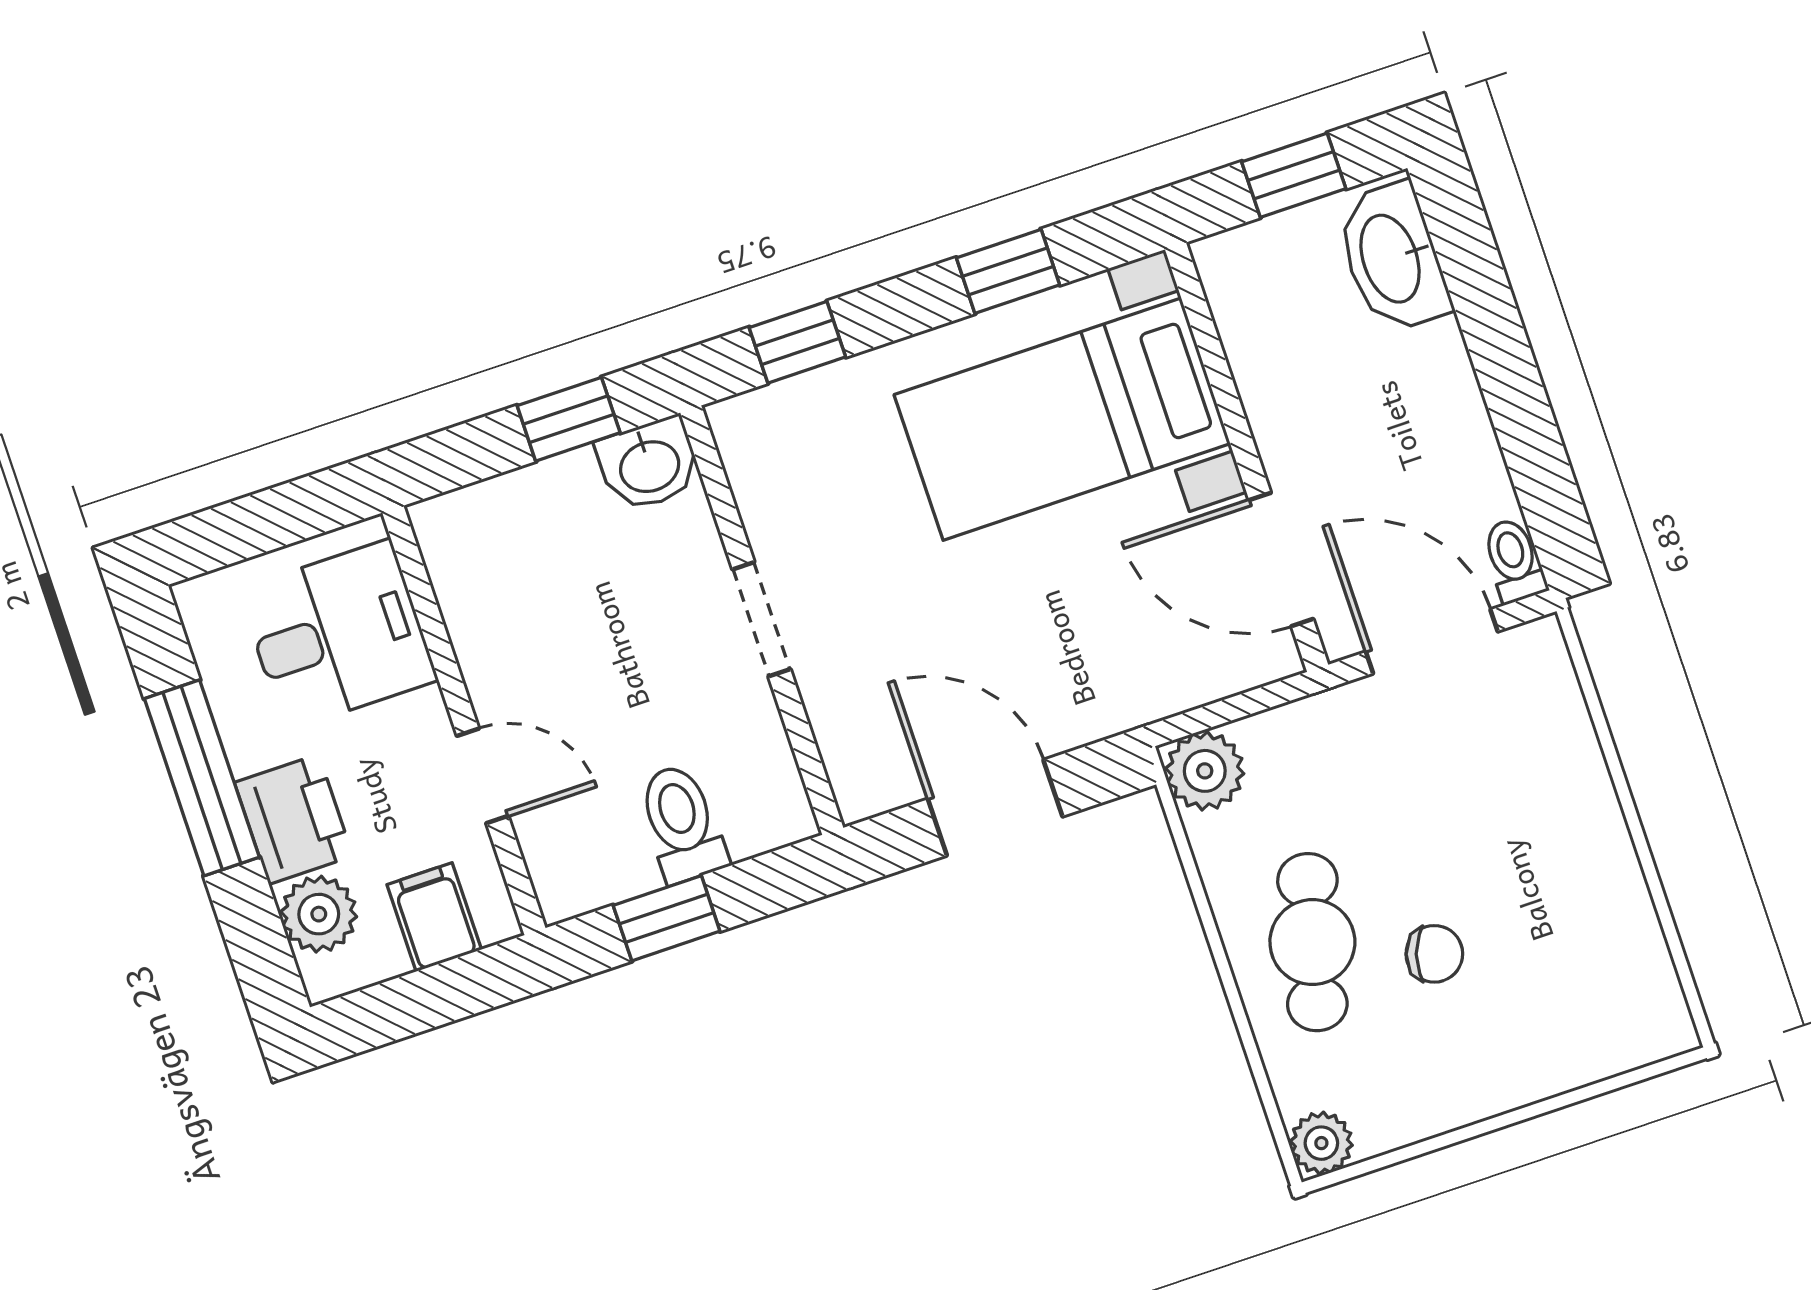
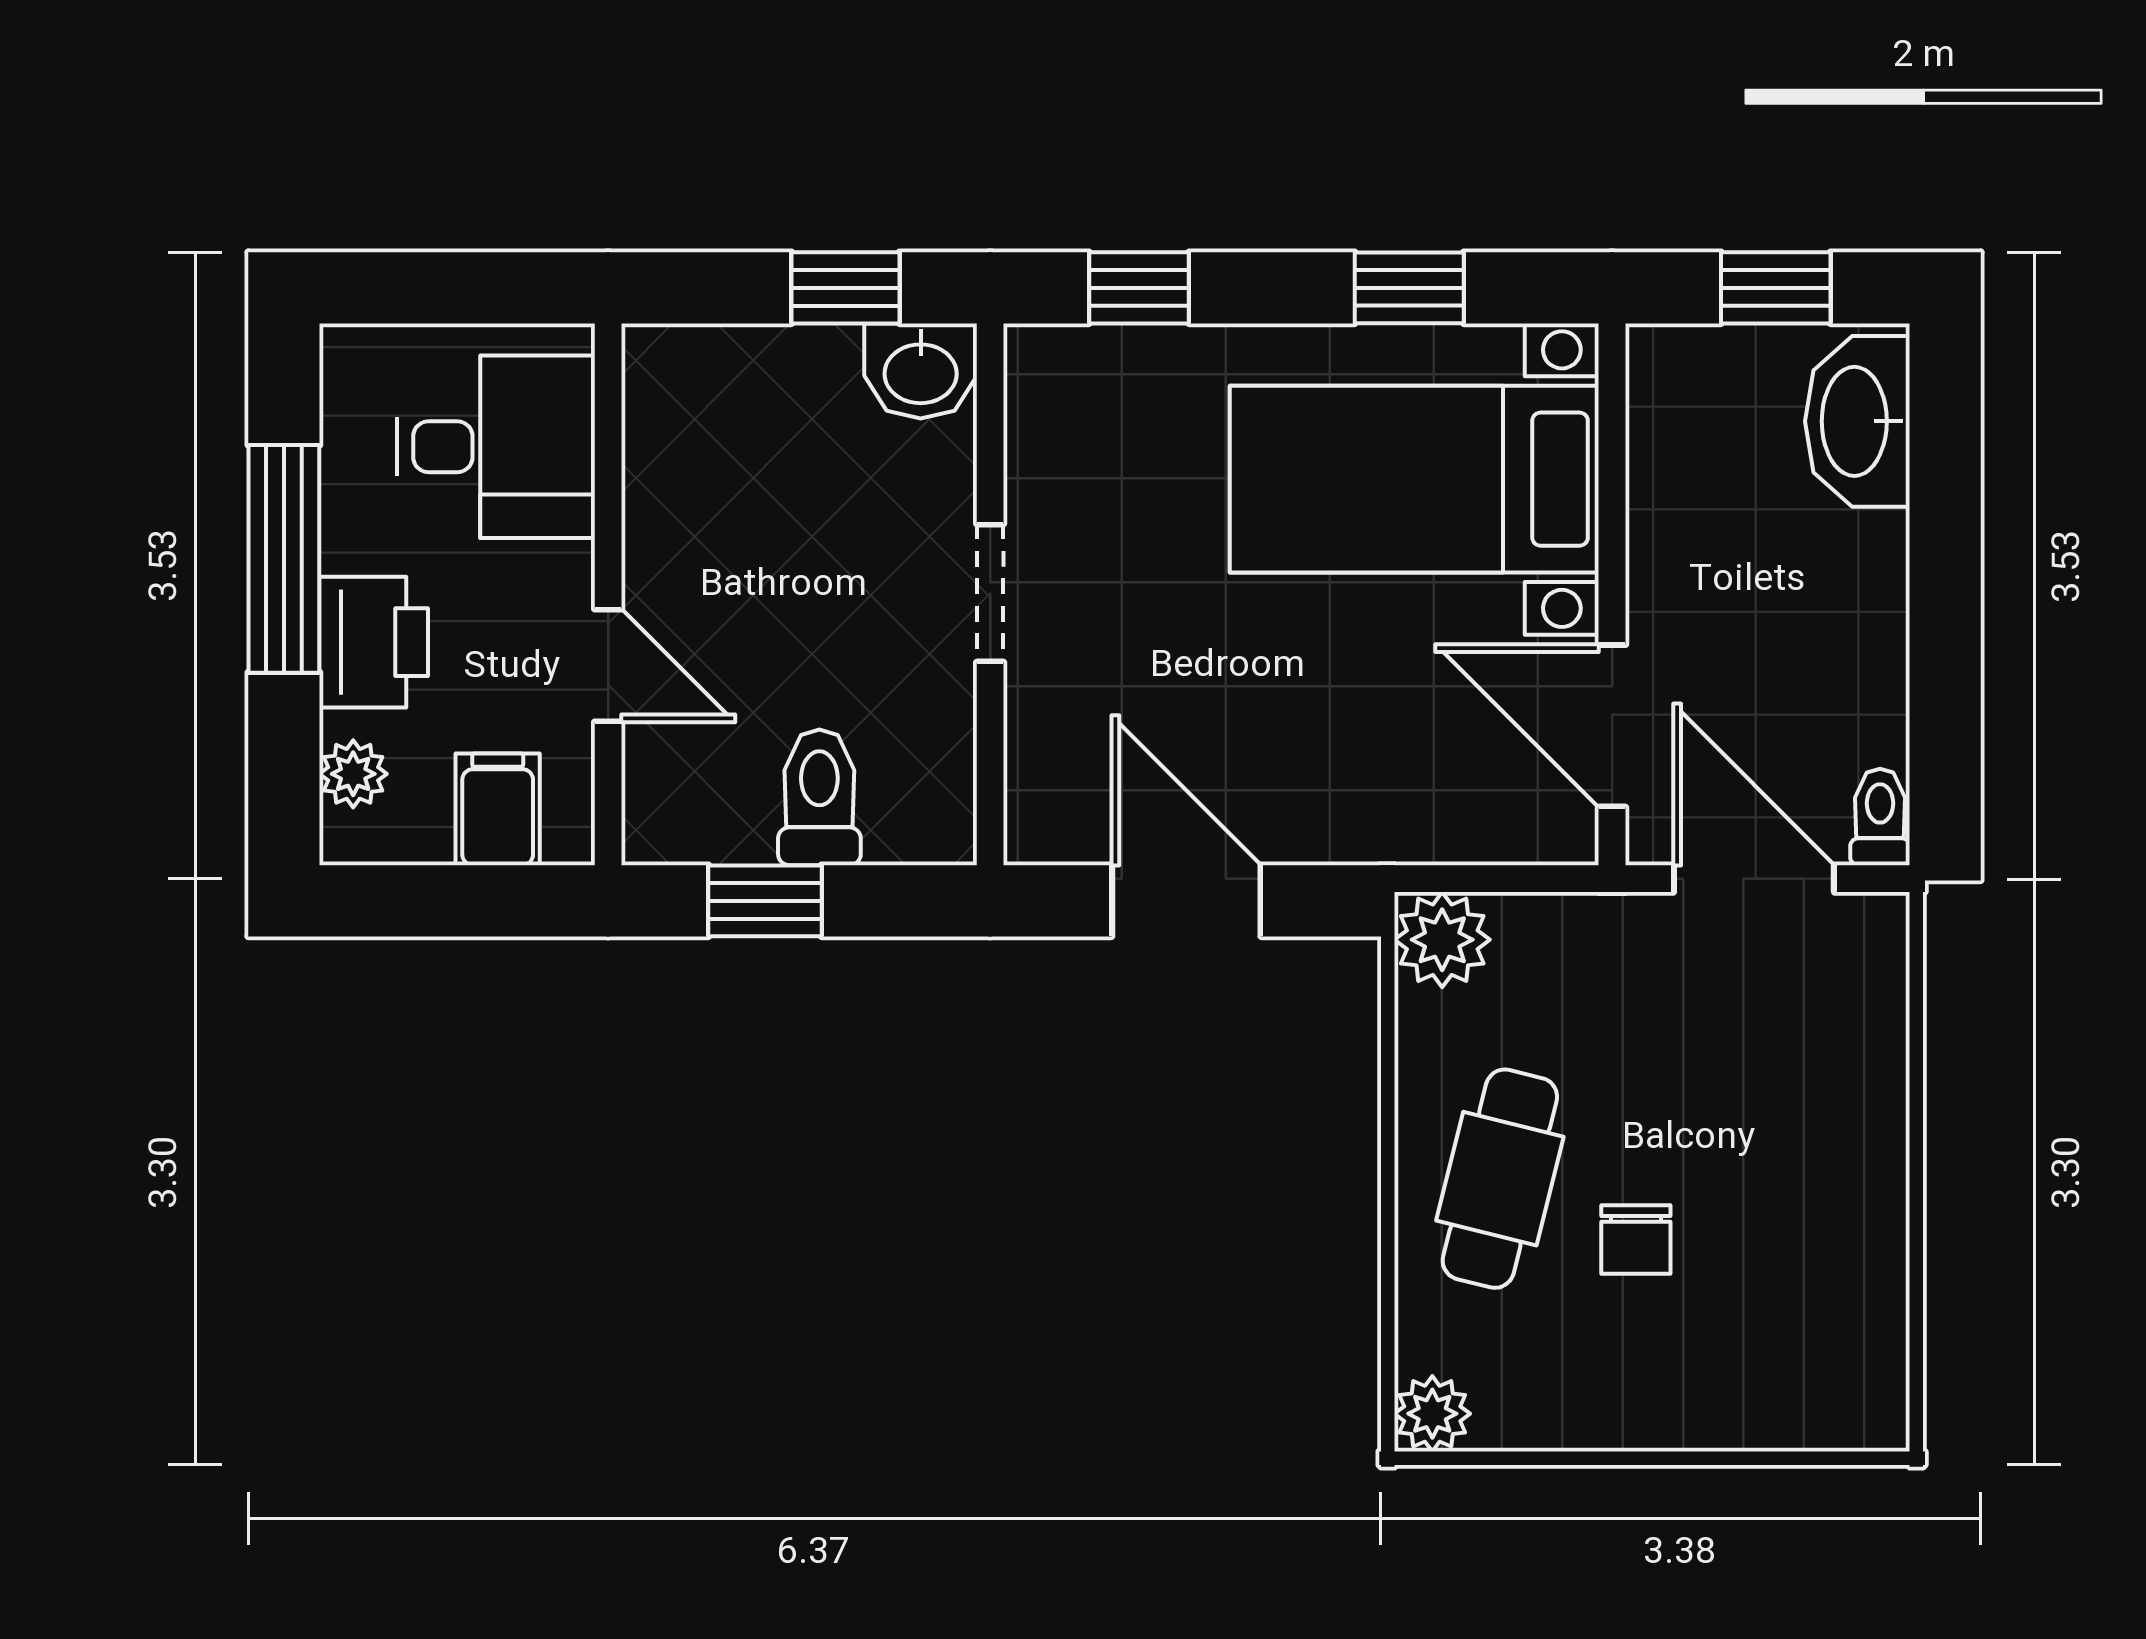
plant: (319, 914) -> (353, 774), width x0.73, depth x0.73
chair: (1434, 954) -> (1636, 1240), turned 72

